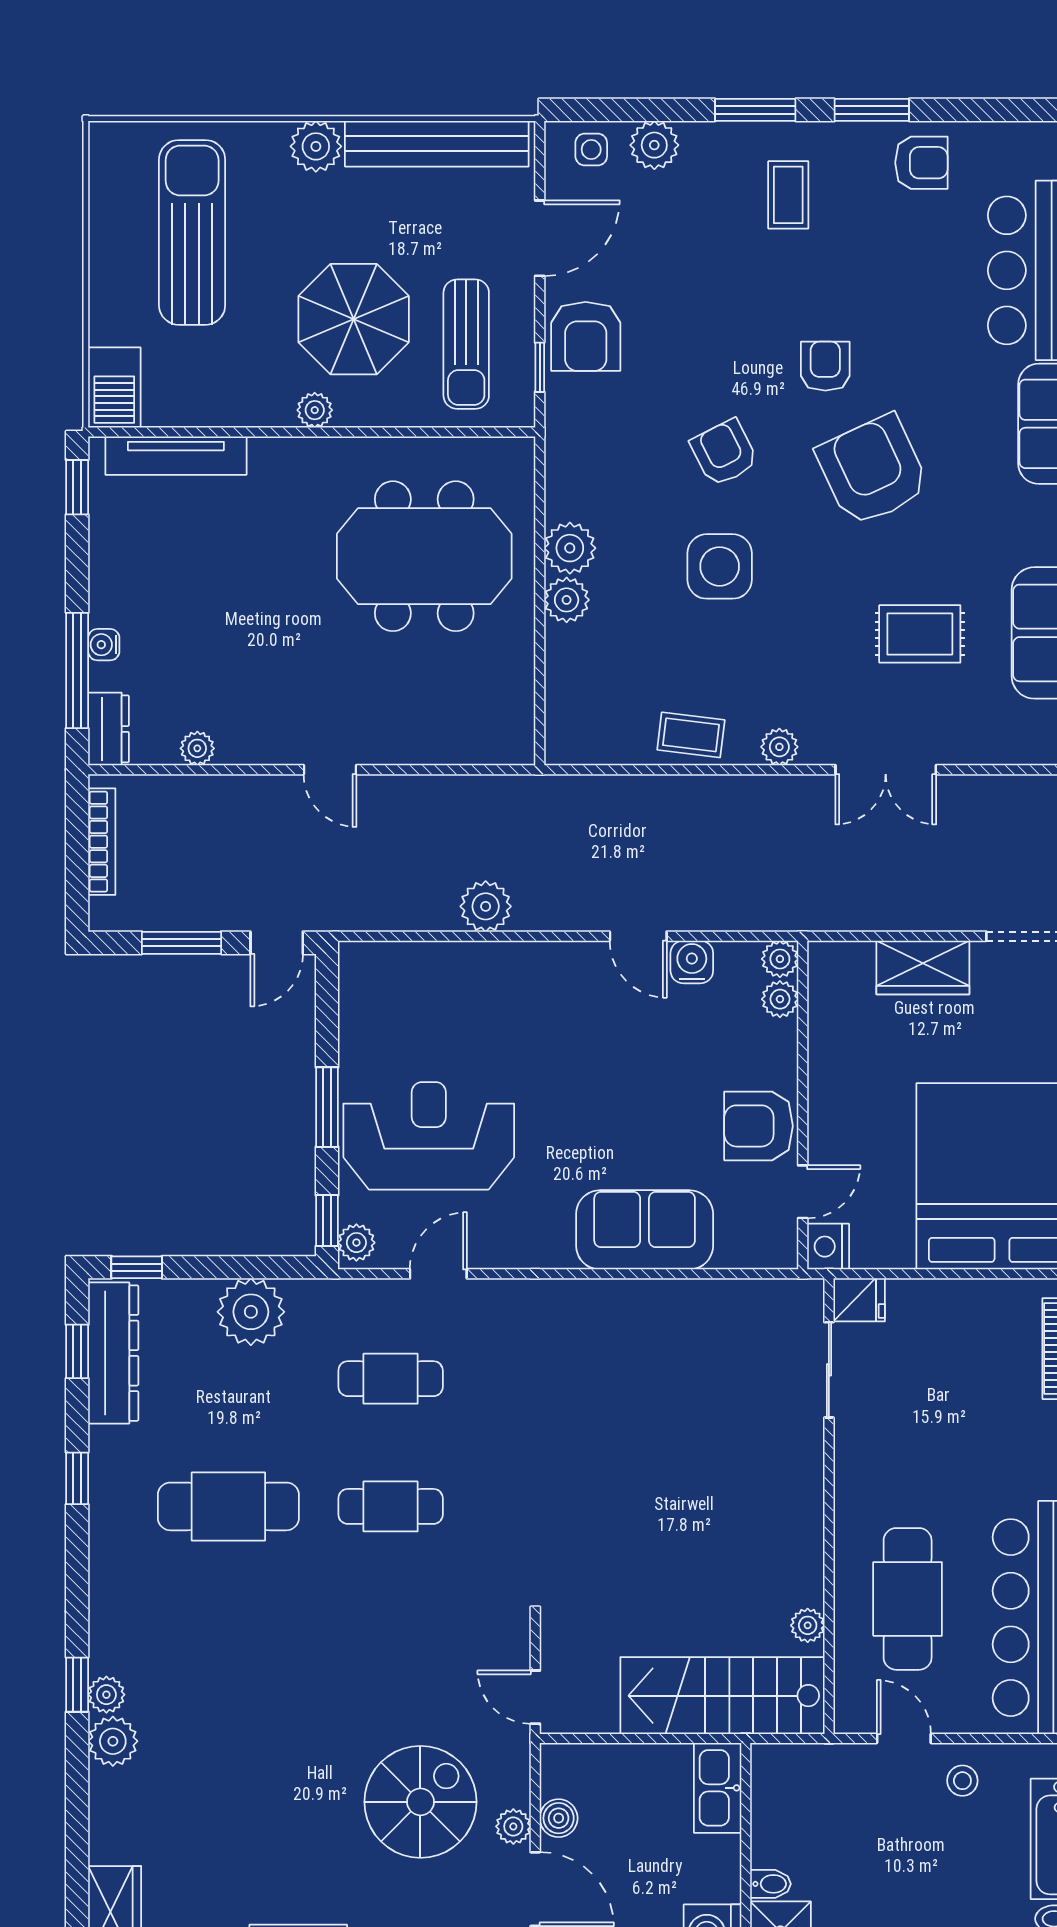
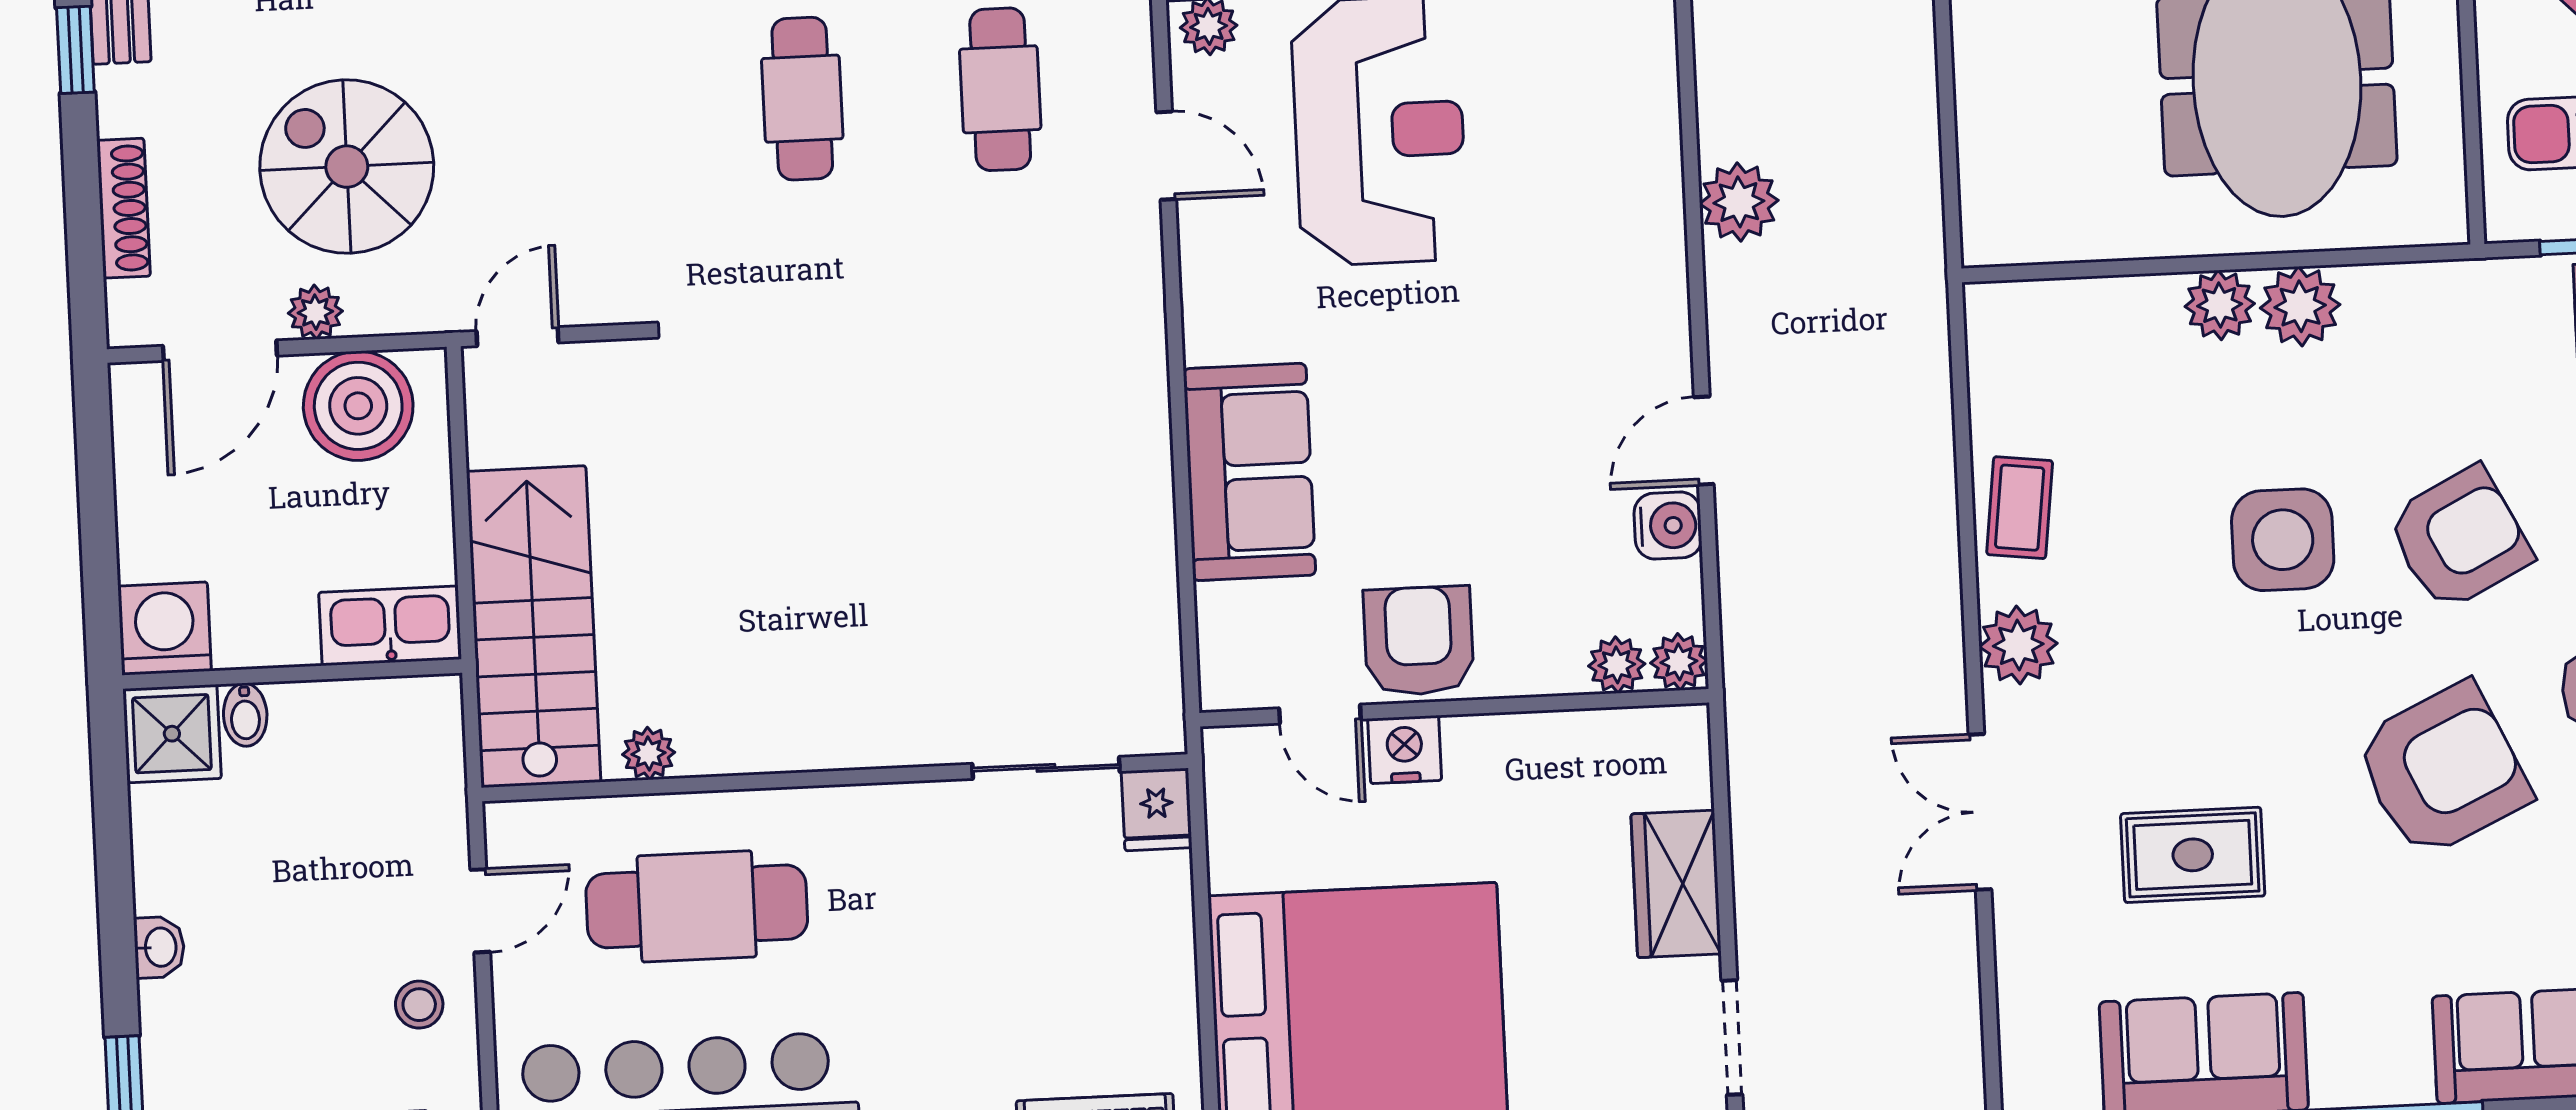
armchair: (724, 453) -> (2459, 538), width x1.38, depth x1.38
rug: (920, 634) -> (2193, 855), turned 90
plant: (779, 747) -> (2018, 645), width x1.38, depth x1.38
nightstand: (828, 1247) -> (1405, 750), moved
spiral stairs: (420, 1802) -> (347, 167), turned 180
boiler: (559, 1818) -> (358, 406), width x1.86, depth x1.86

